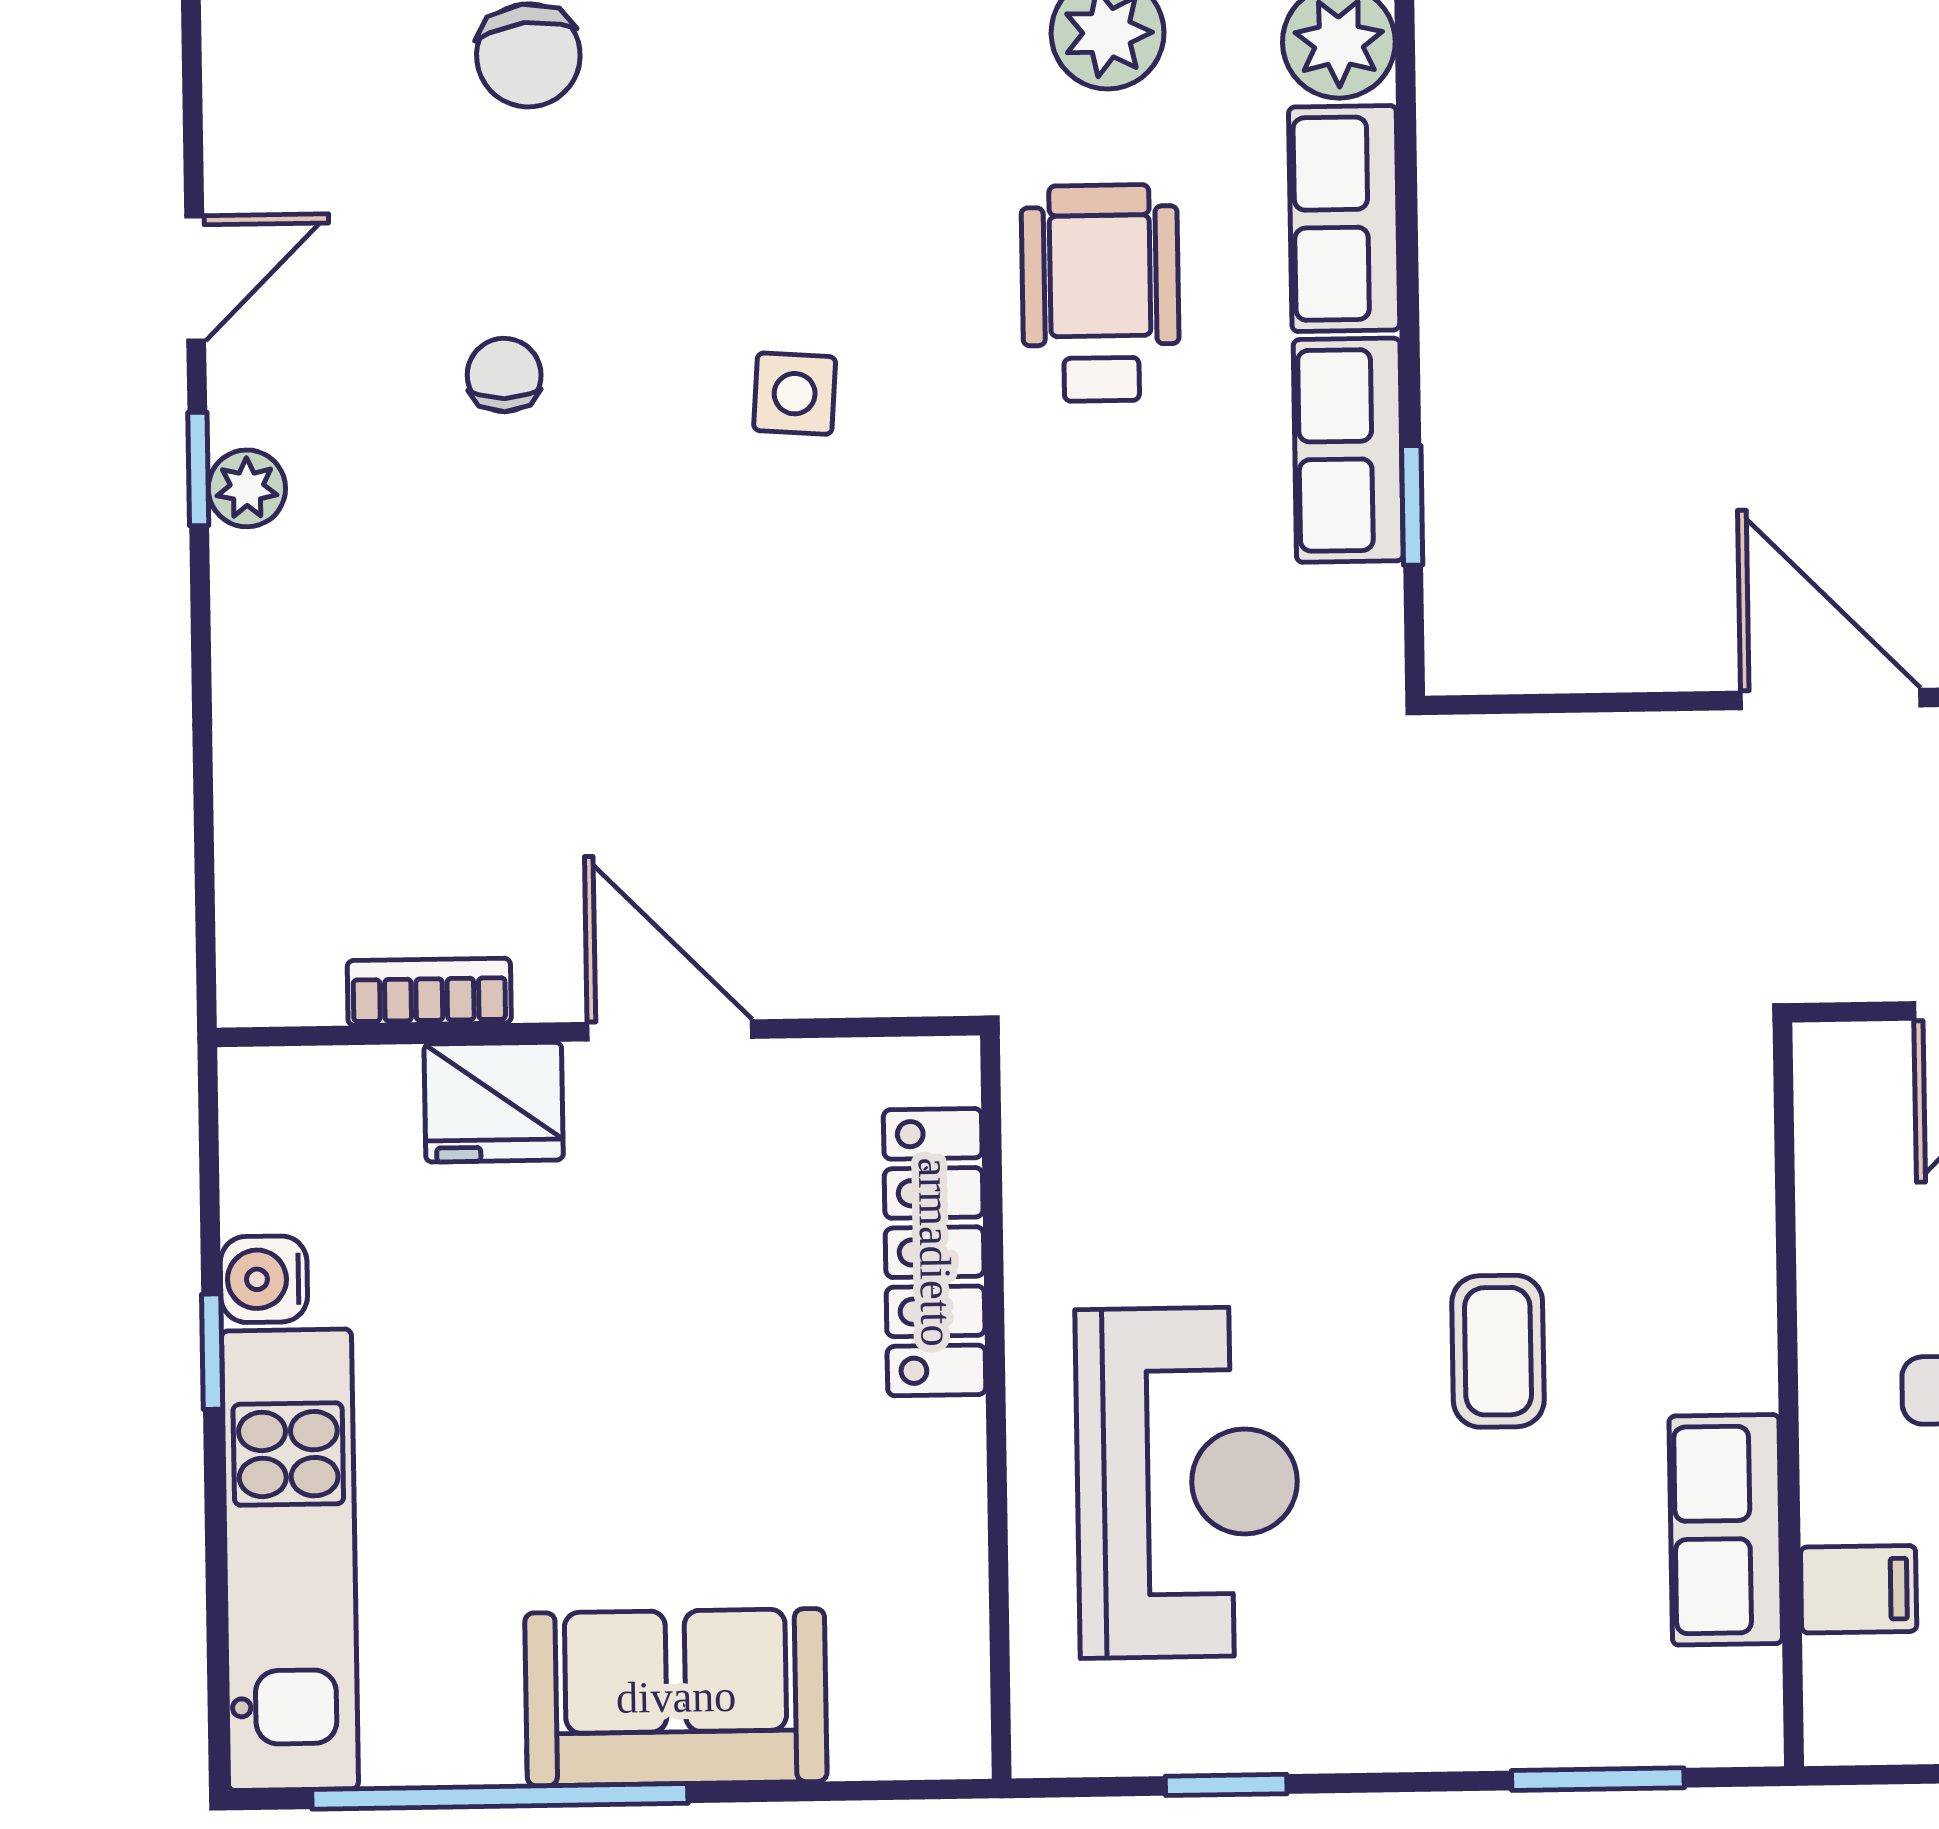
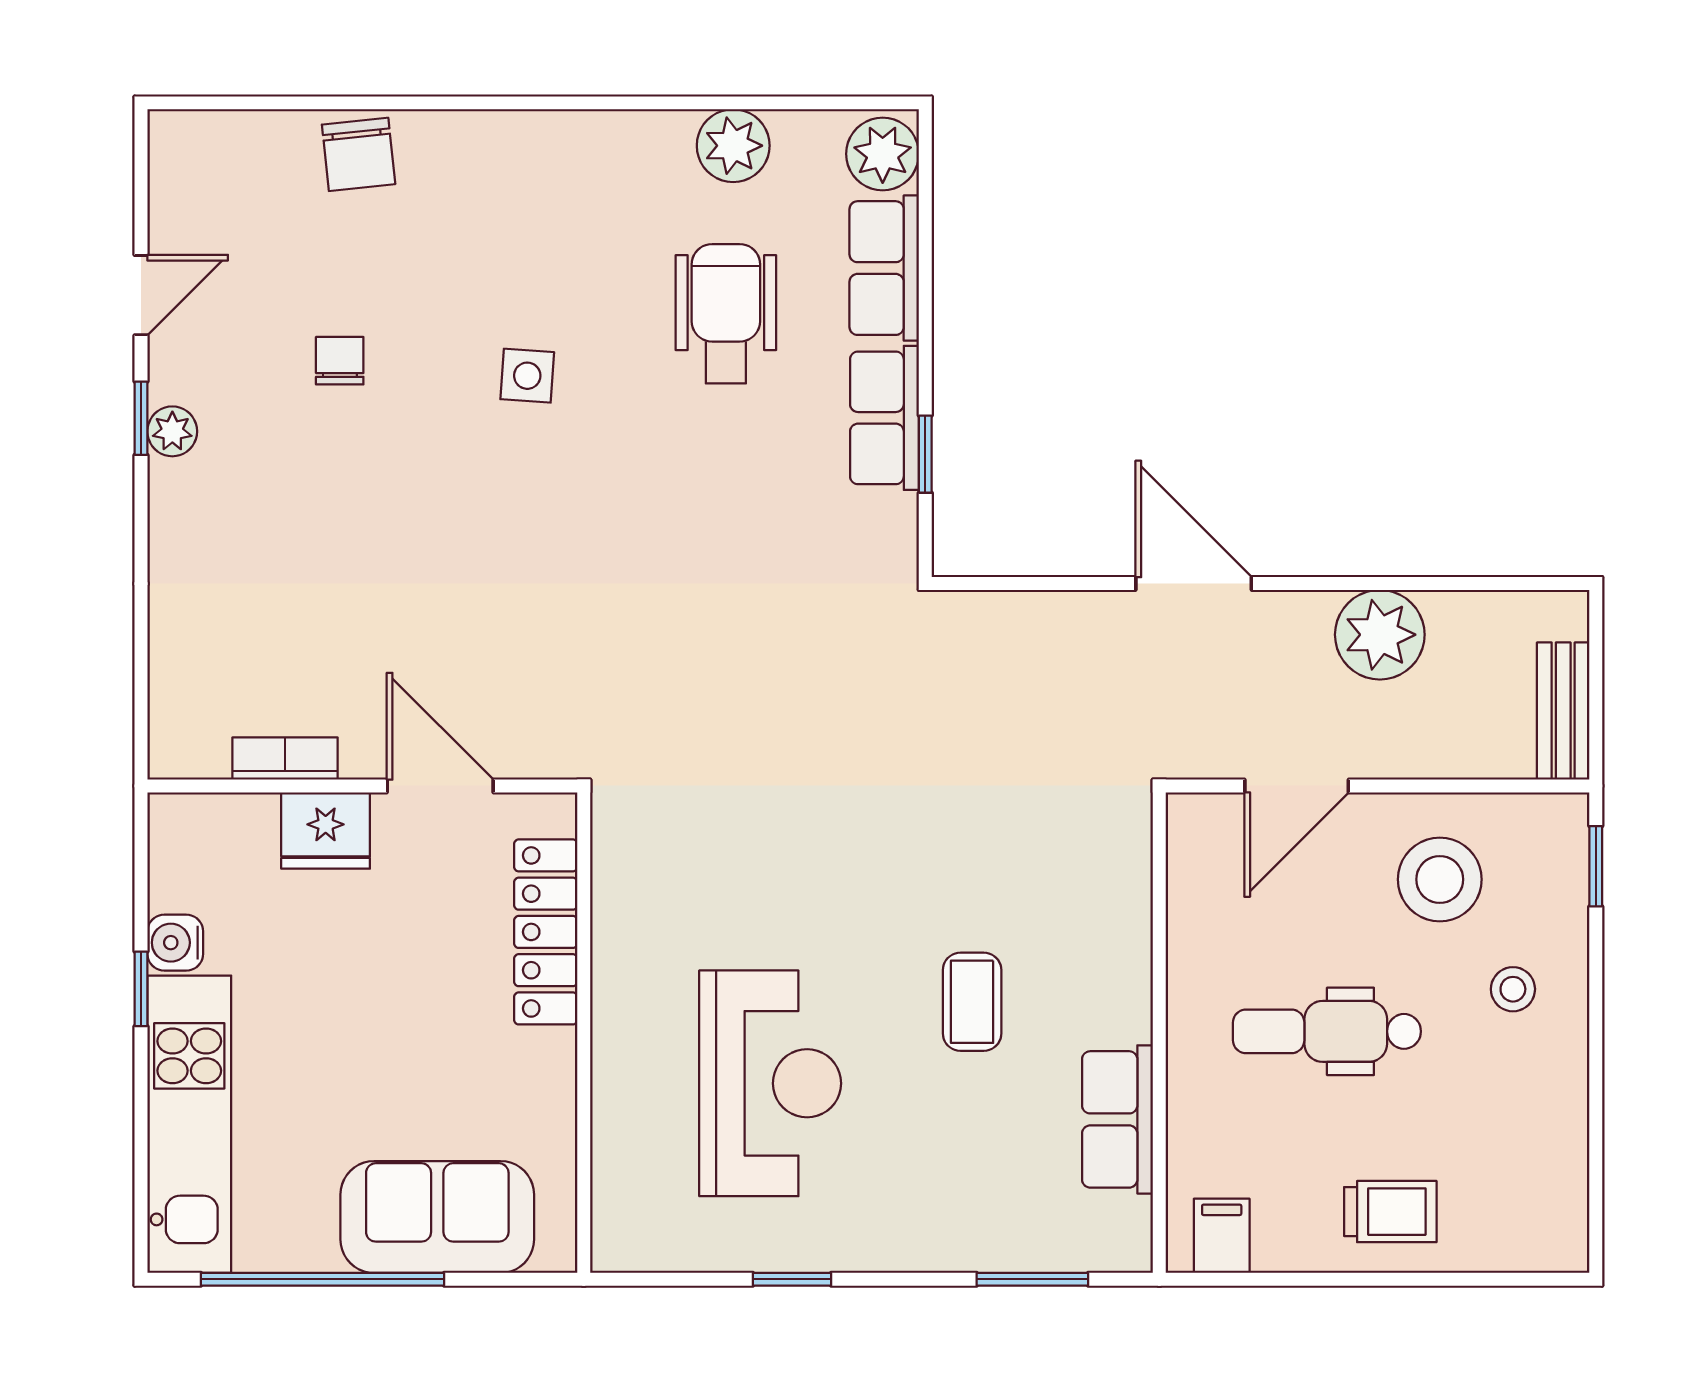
locker: (935, 1252) -> (546, 932), moved
wall: (996, 1407) -> (584, 1033), moved
filing cabinet: (1859, 1589) -> (1222, 1236), moved, turned -90

